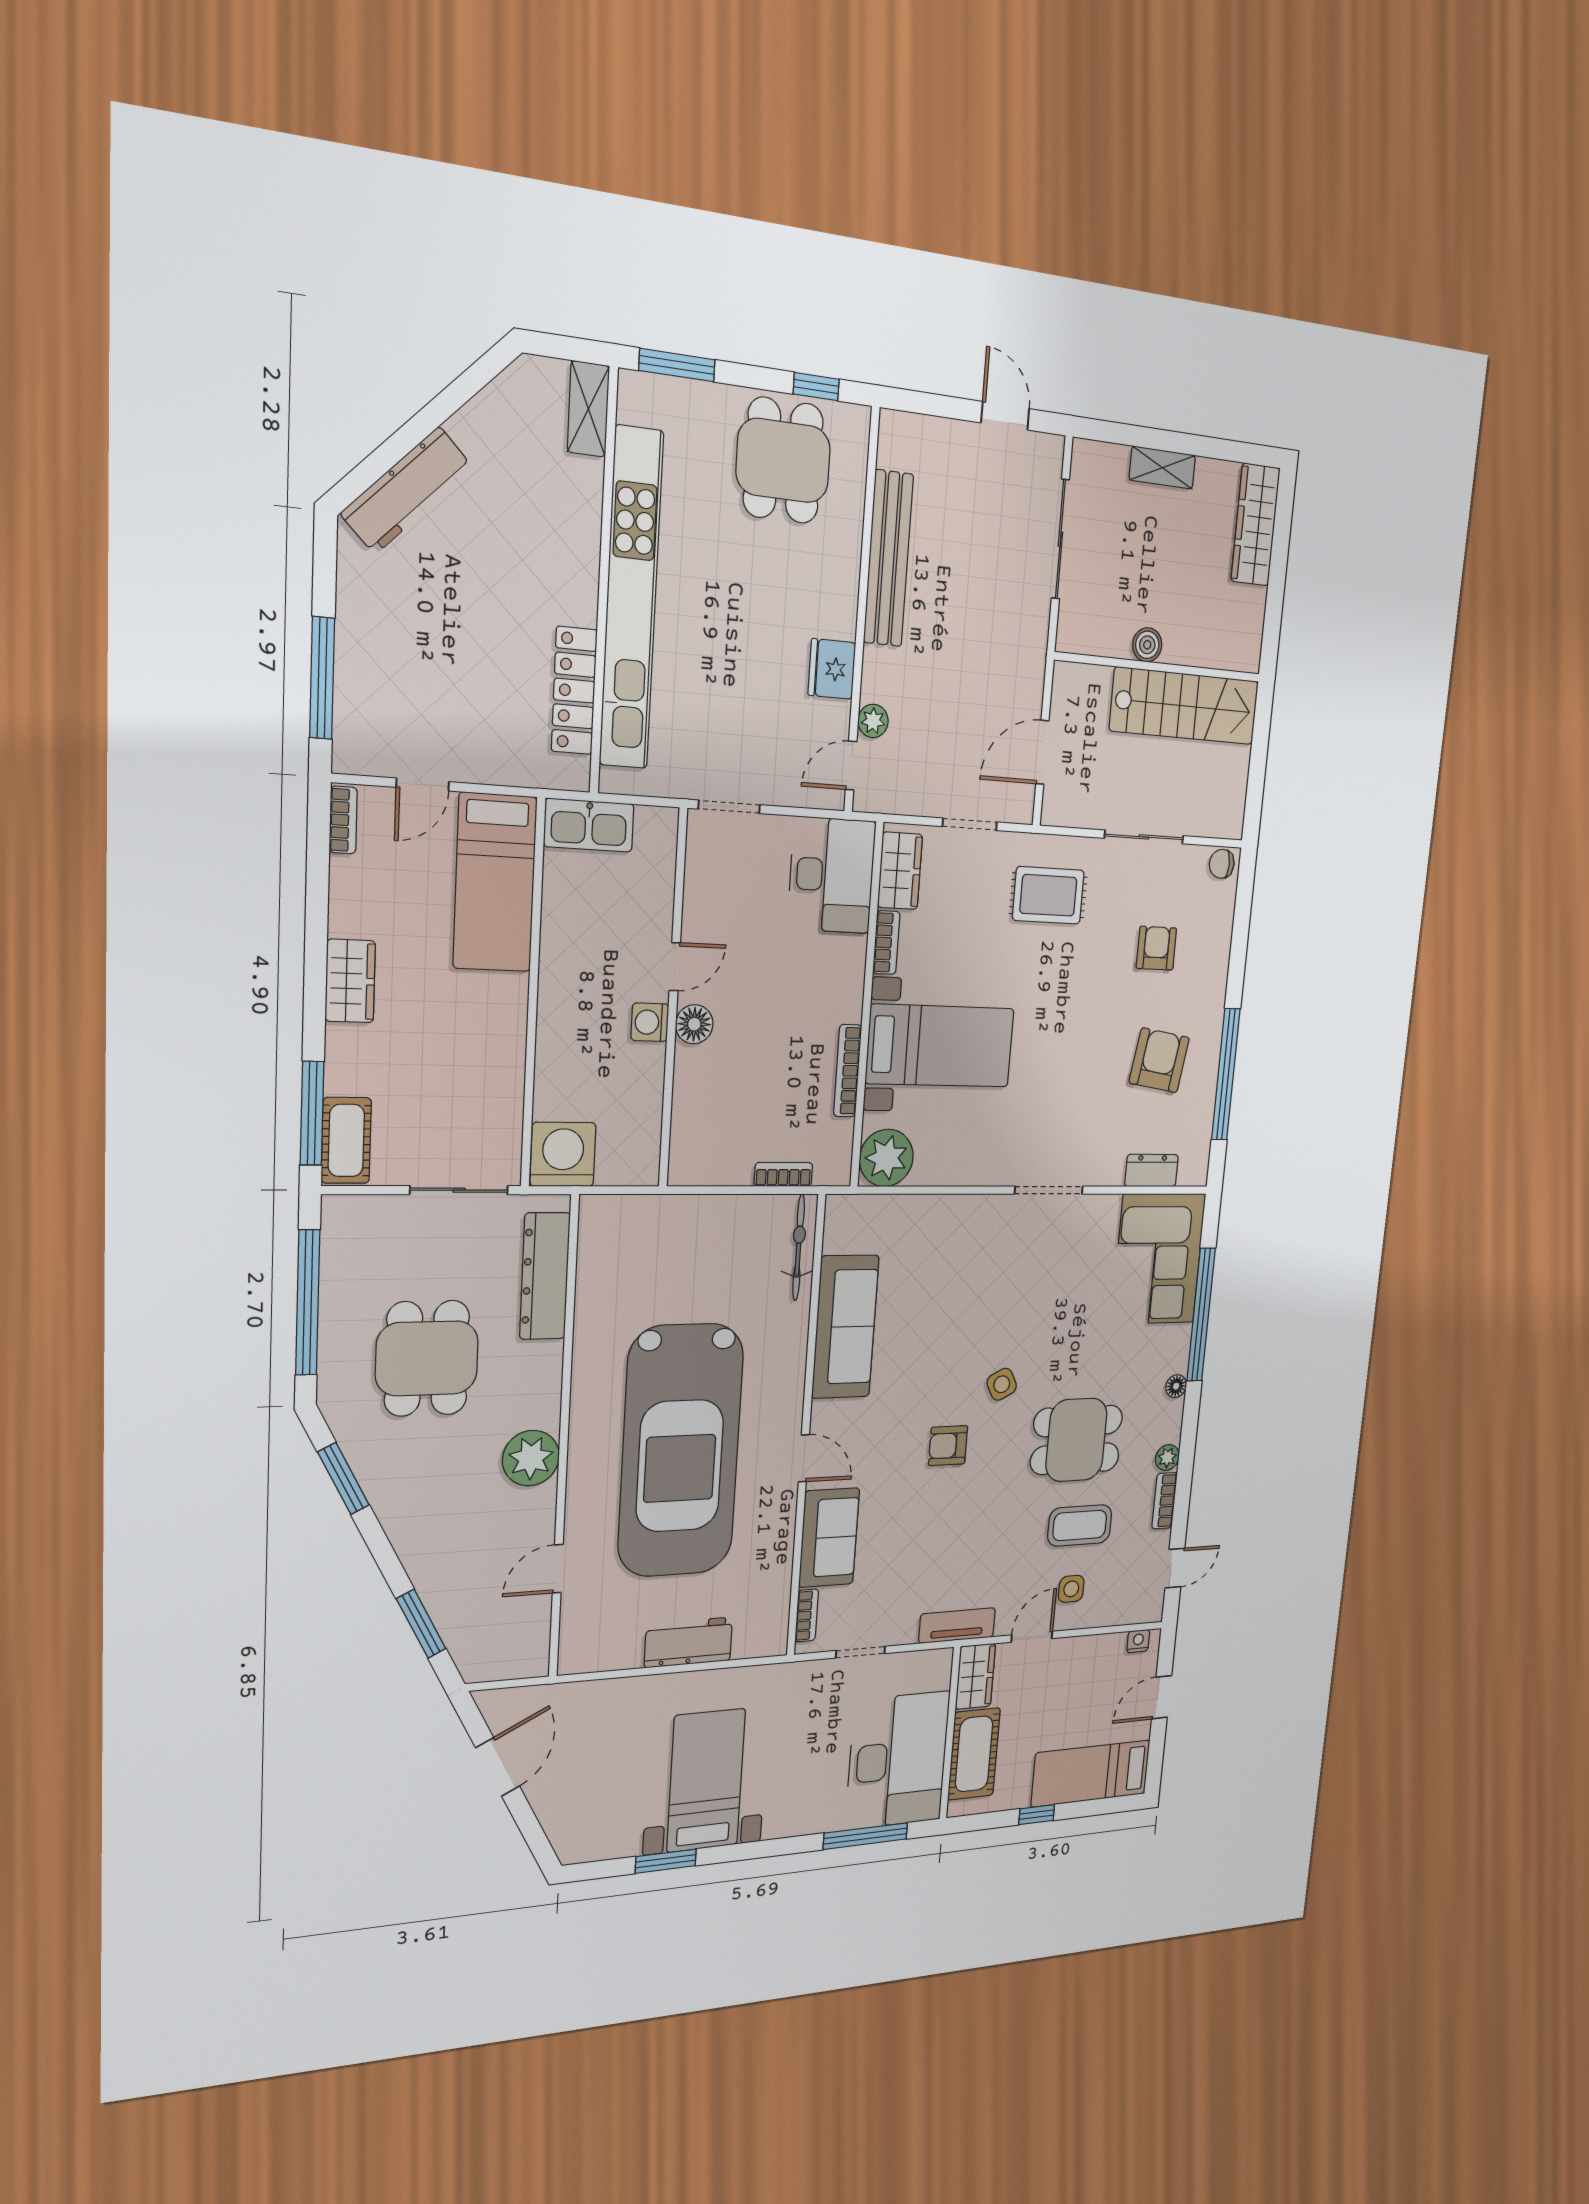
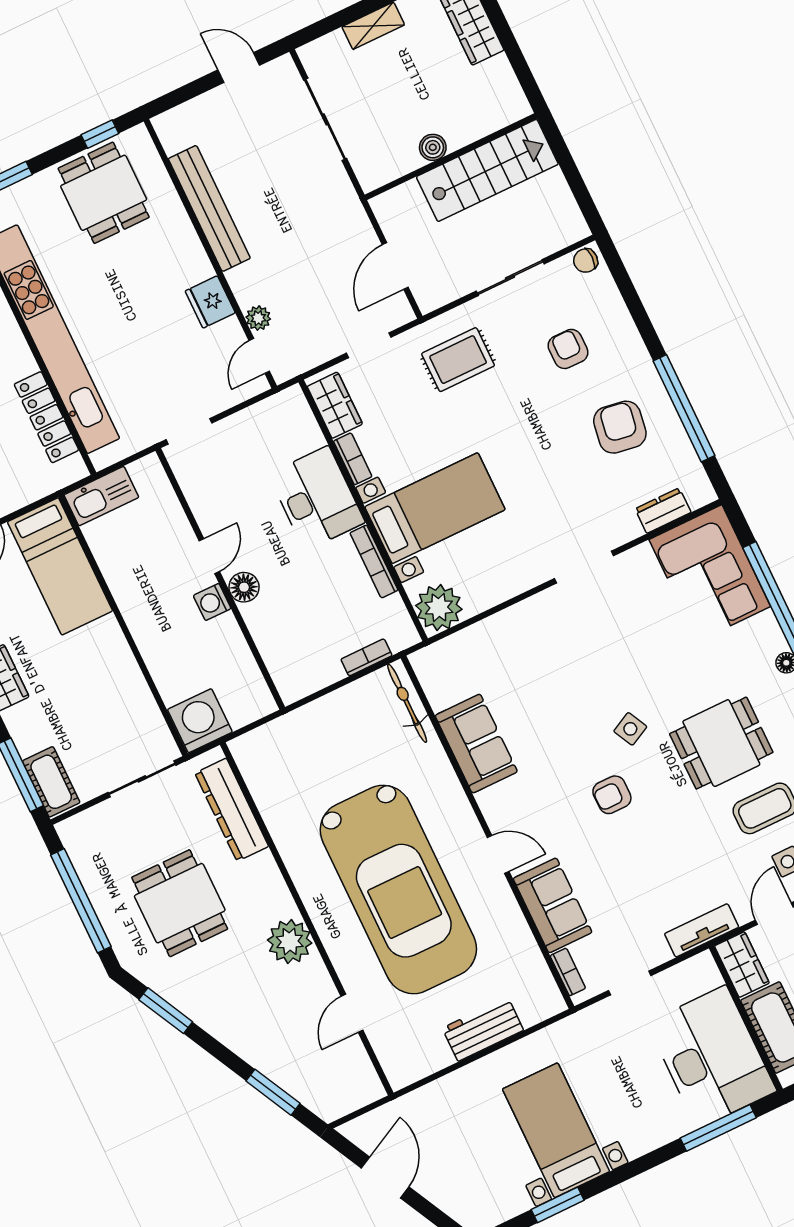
desk: (832, 875) -> (317, 498), moved
sofa: (845, 1327) -> (476, 744), width x0.73

